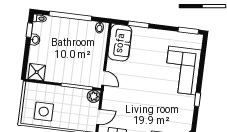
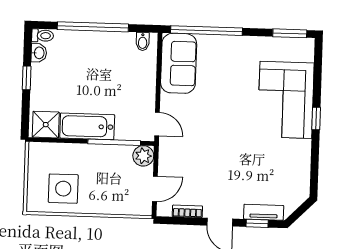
window: (138, 24) -> (206, 31), width x2.11
window: (29, 30) -> (27, 78), moved
washbasin: (35, 40) -> (39, 53), moved
bathtub: (62, 75) -> (87, 126), added
window: (197, 100) -> (316, 119), moved

